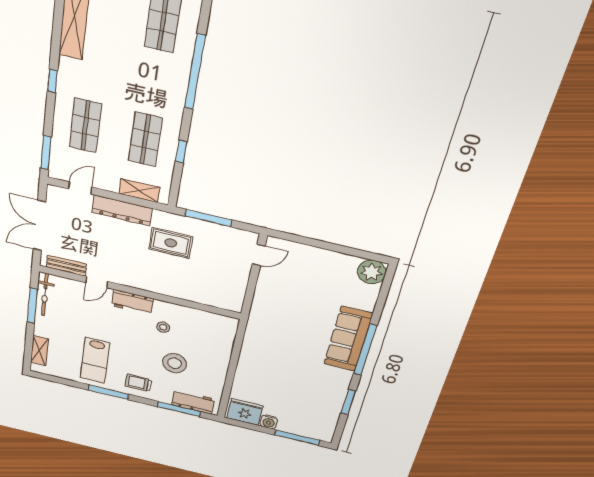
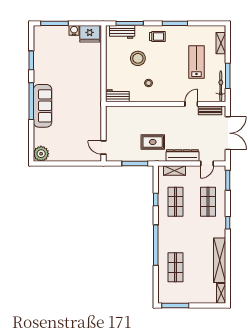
door: (259, 255) -> (103, 147), hinge flipped
workbench: (132, 302) -> (117, 96), moved
lab bench: (95, 360) -> (196, 62), moved

